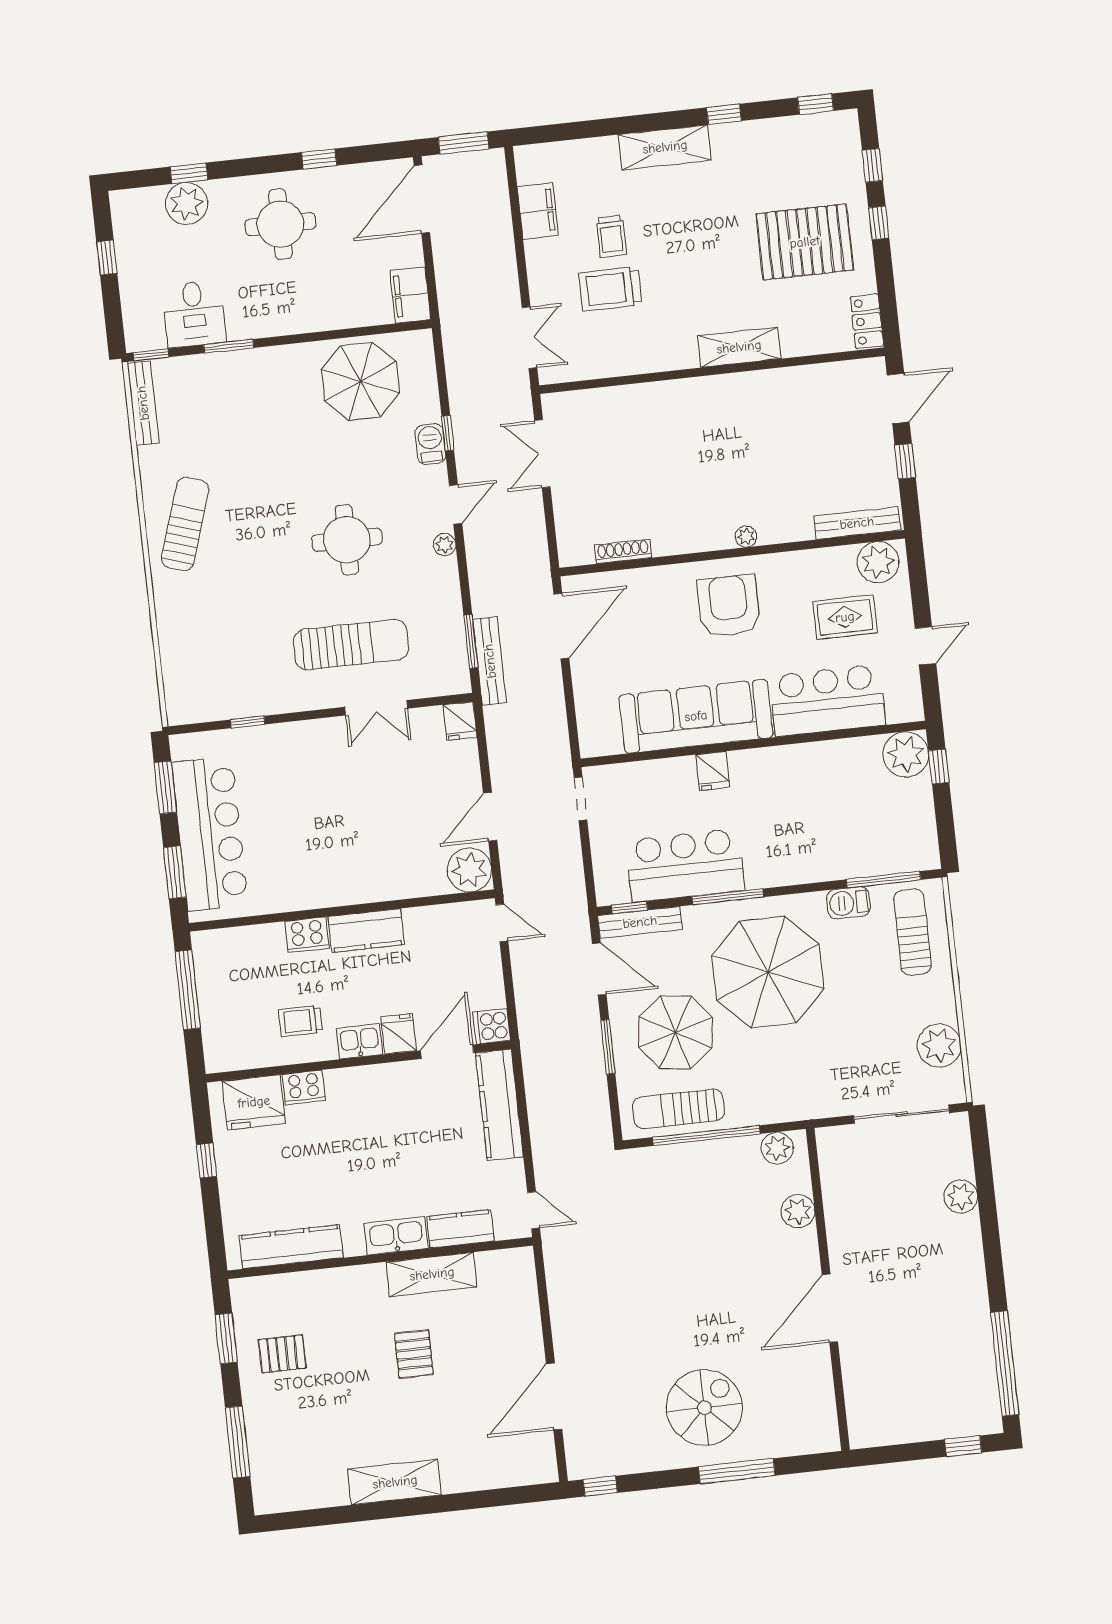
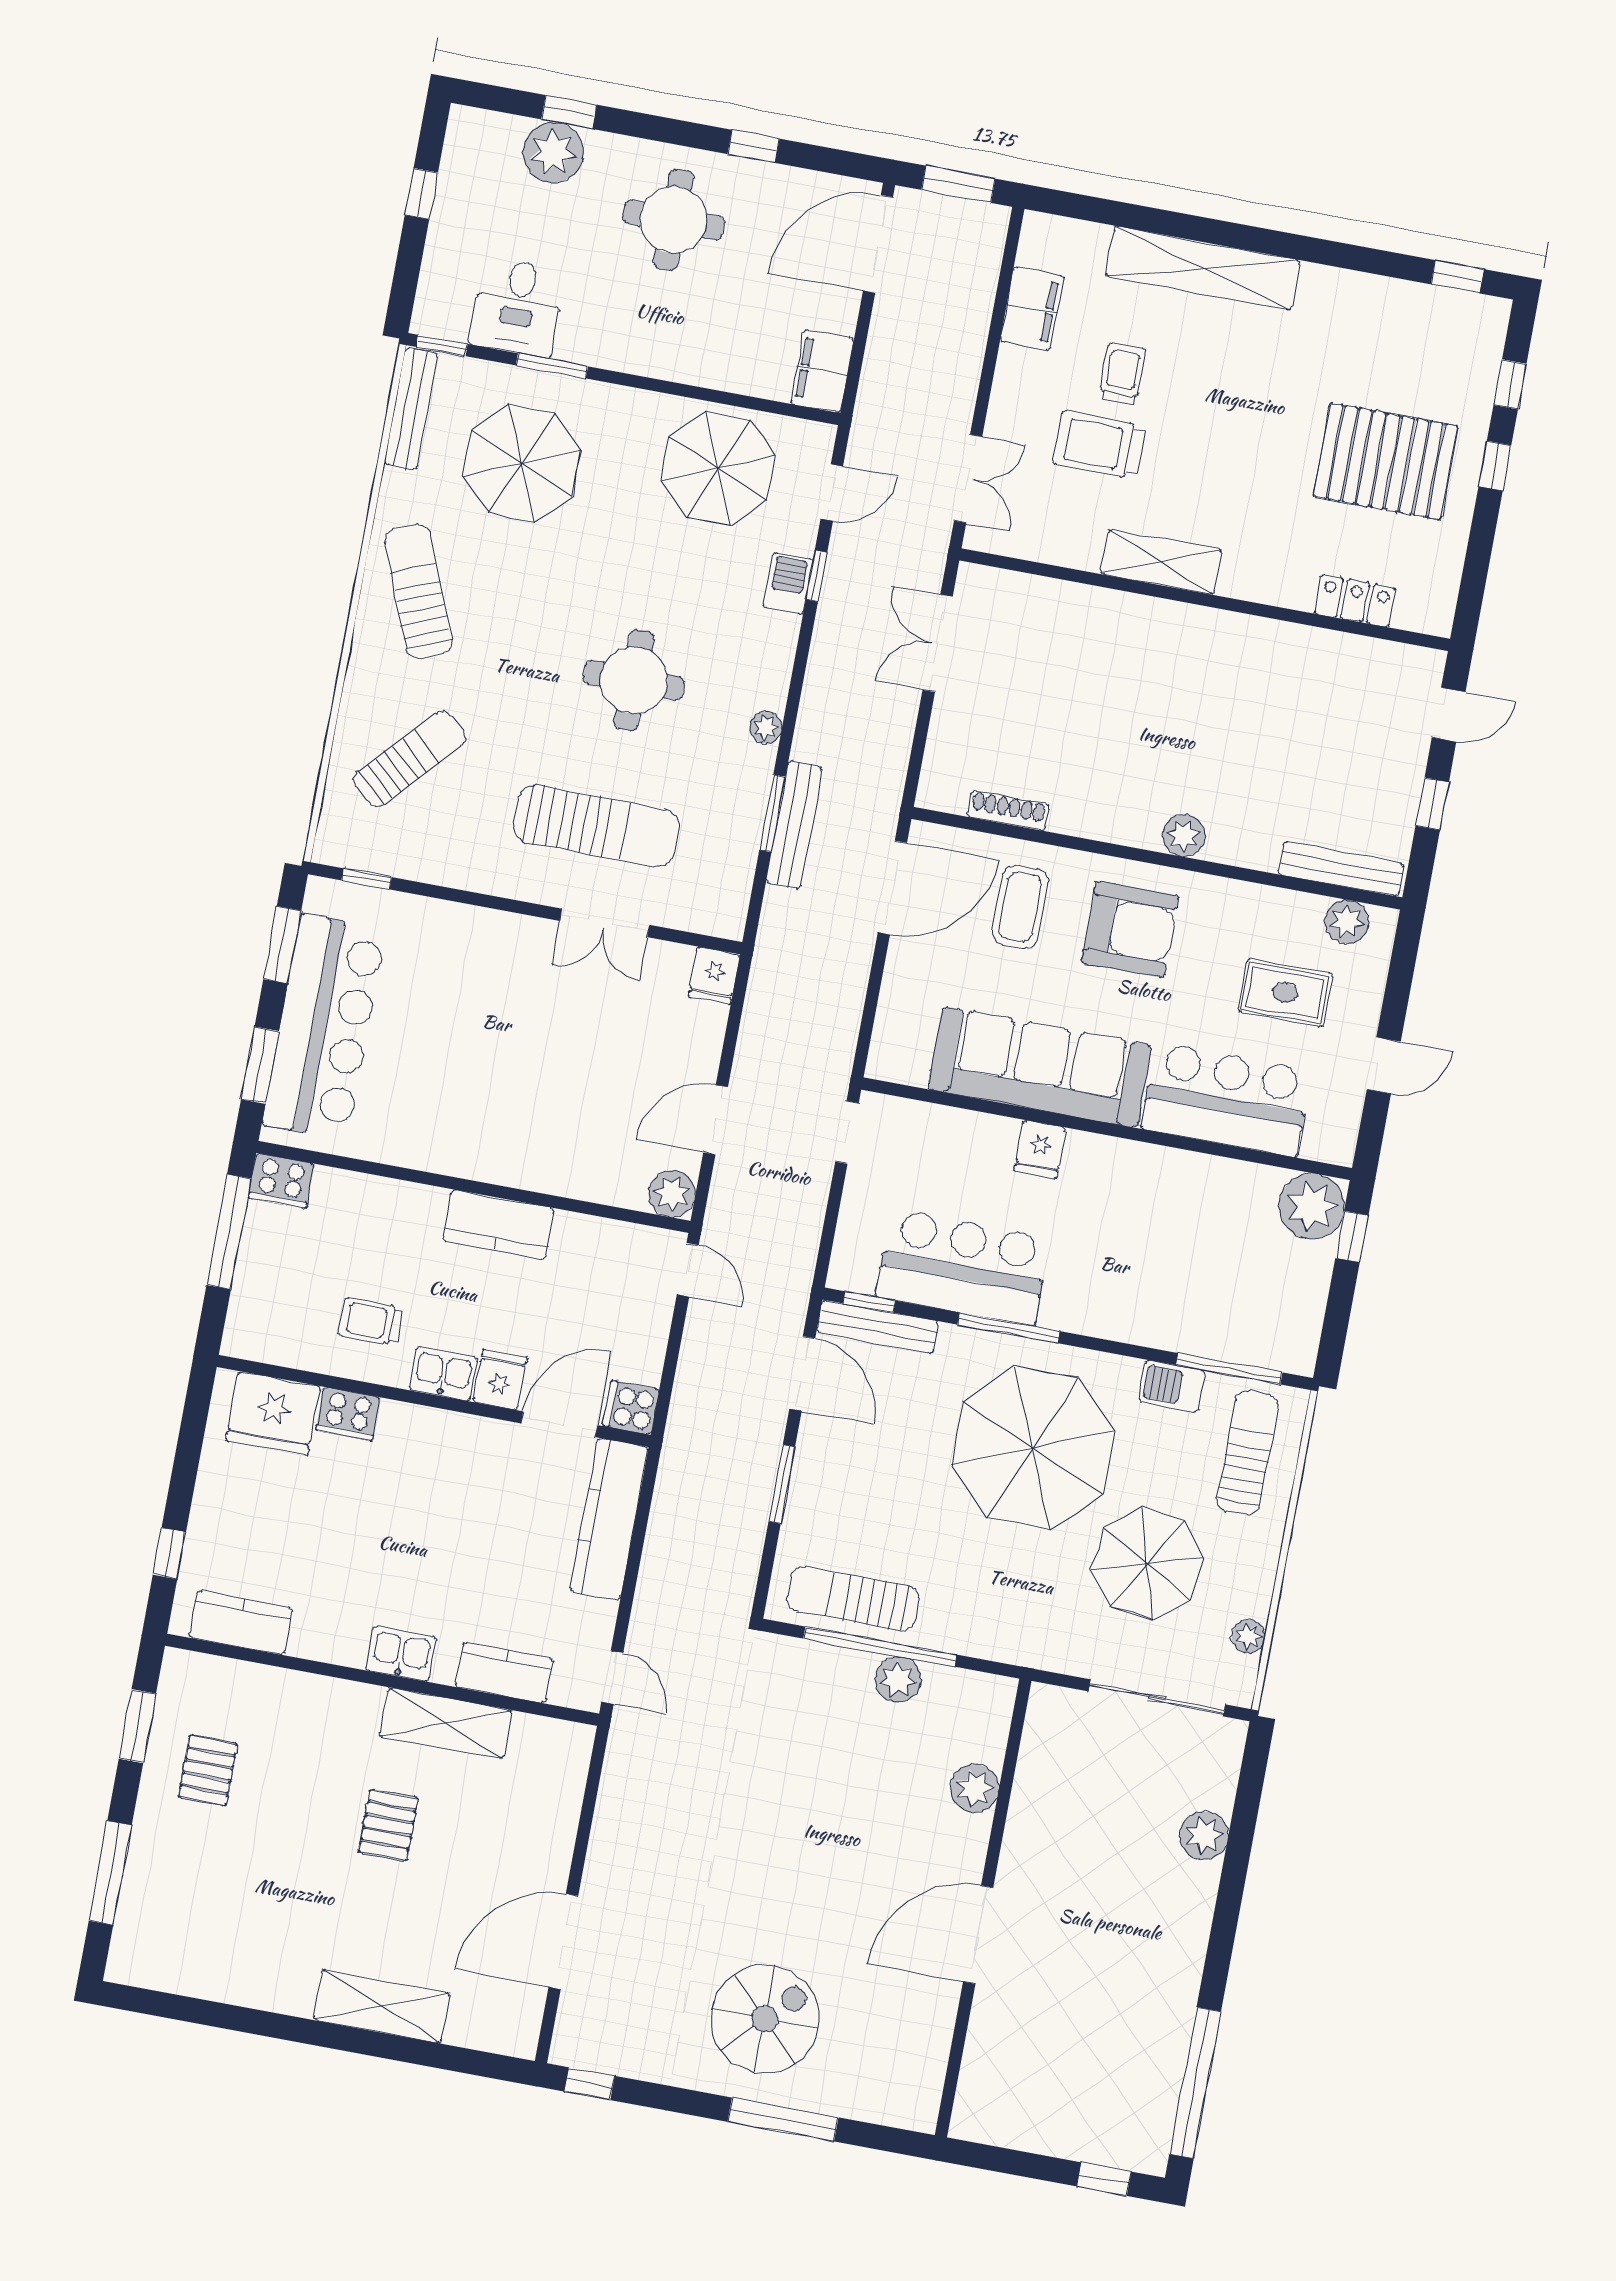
window: (724, 114) -> (1327, 253), removed
shelving: (665, 147) -> (1203, 268), width x1.47
trolley: (611, 236) -> (1122, 374), turned 180
locker: (867, 321) -> (1355, 601), moved, turned 90
shelving: (739, 347) -> (1161, 562), moved
door: (898, 398) -> (1449, 715), width x0.73
parasol: (228, 417) -> (522, 463), added
door: (456, 504) -> (832, 493), moved
sun lounger: (185, 524) -> (418, 592), turned -40
plant: (746, 536) -> (1184, 835), width x1.38, depth x1.38
plant: (878, 562) -> (1347, 922), width x0.73, depth x0.73
armchair: (729, 606) -> (1130, 929), turned 90
coffee table: (651, 613) -> (1020, 907), added
sun lounger: (213, 637) -> (410, 759), added
window: (471, 641) -> (772, 813), moved
bench: (490, 661) -> (794, 825), moved
window: (248, 722) -> (366, 879), moved
plant: (469, 870) -> (672, 1194), width x0.73, depth x0.73
cooker: (307, 935) -> (281, 1181), moved
parasol: (675, 1032) -> (1147, 1564), moved
plant: (939, 1045) -> (1248, 1636), width x0.53, depth x0.53
plant: (777, 1148) -> (898, 1680), moved
window: (207, 1161) -> (169, 1553), moved
kitchen sink: (396, 1236) -> (401, 1654), width x0.73
kitchen counter: (291, 1247) -> (241, 1623), width x0.67
pallet: (282, 1354) -> (208, 1770), turned 90
shelving: (395, 1482) -> (382, 2006), moved

